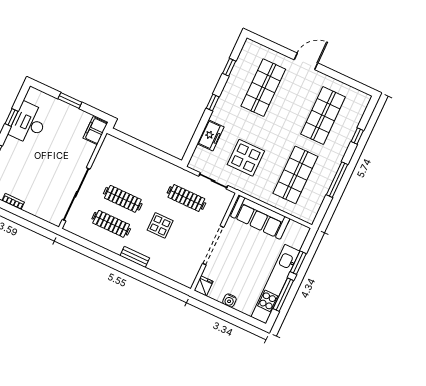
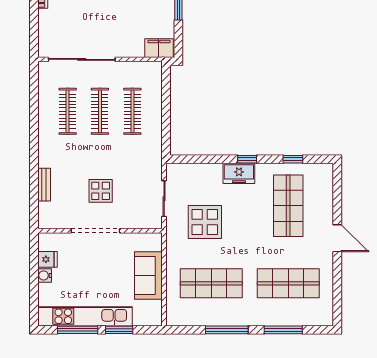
shop shelf: (263, 88) -> (288, 206), turned 90
freezer: (211, 135) -> (239, 173), moved
window: (357, 136) -> (283, 330), width x2.17
clothes rail: (186, 198) -> (132, 111), moved
sofa: (260, 217) -> (148, 276), width x0.73
display table: (160, 225) -> (101, 191), moved
bench: (135, 257) -> (44, 185), moved
fridge: (204, 286) -> (47, 259), moved

